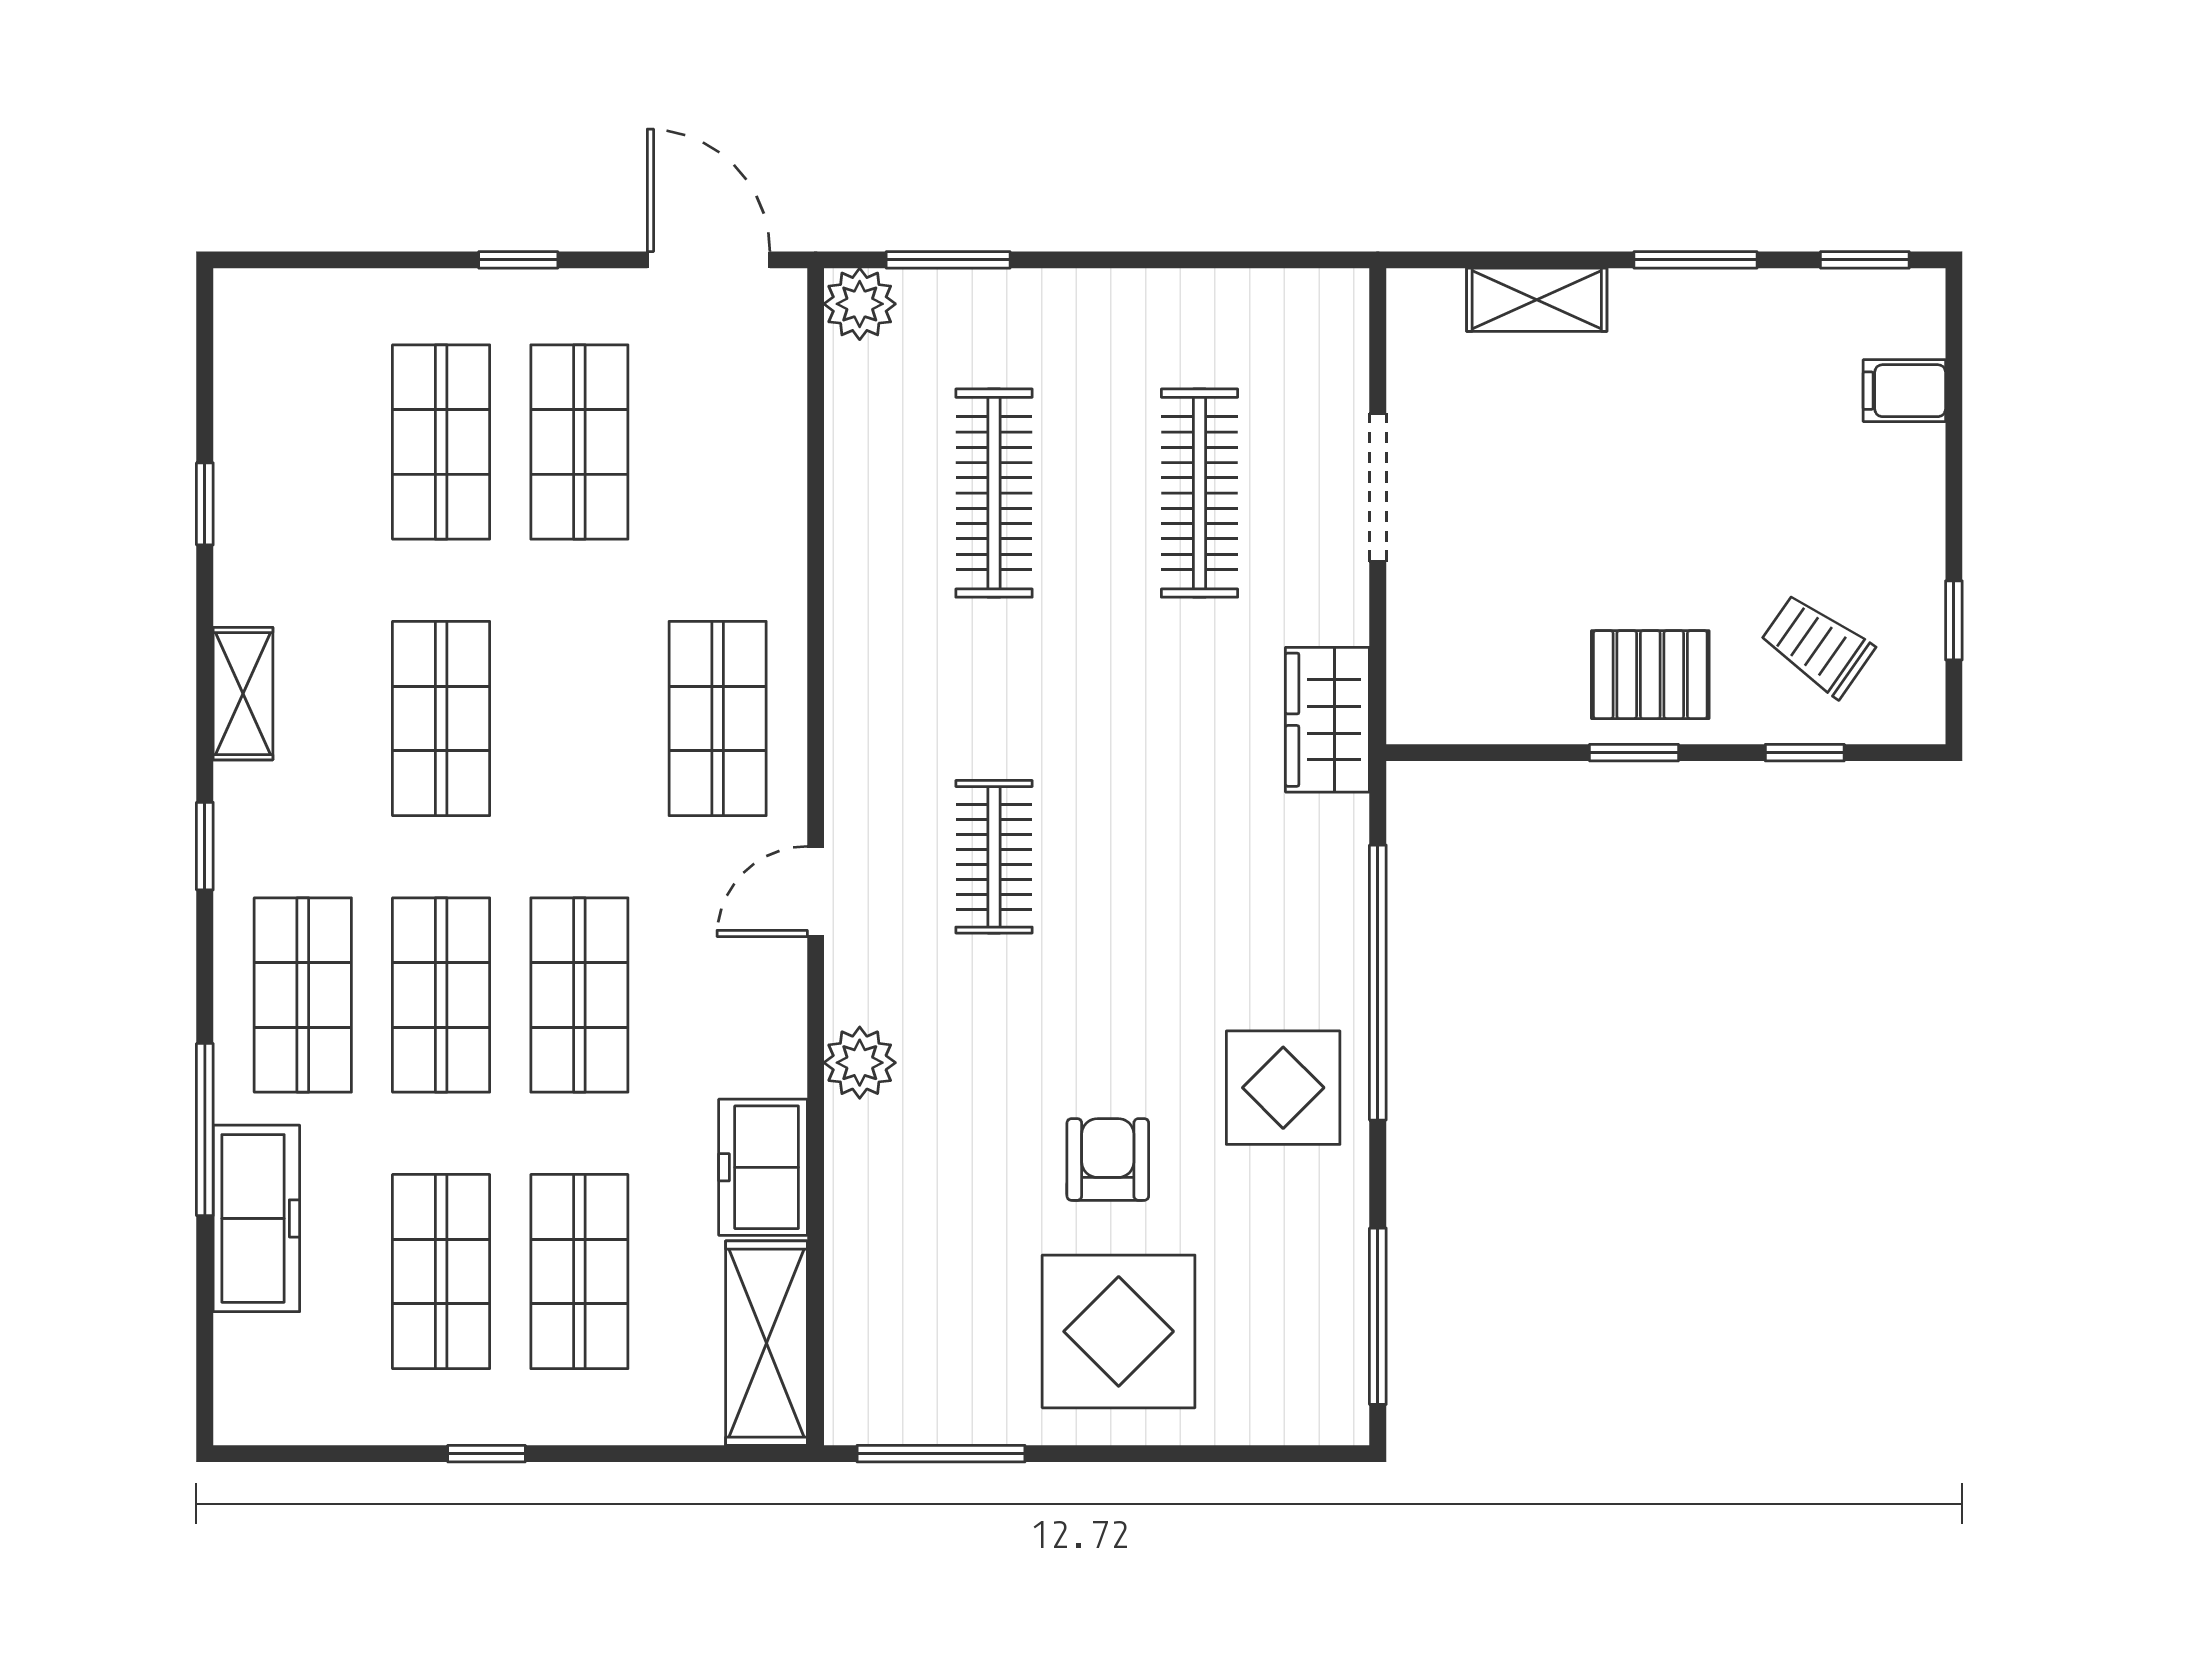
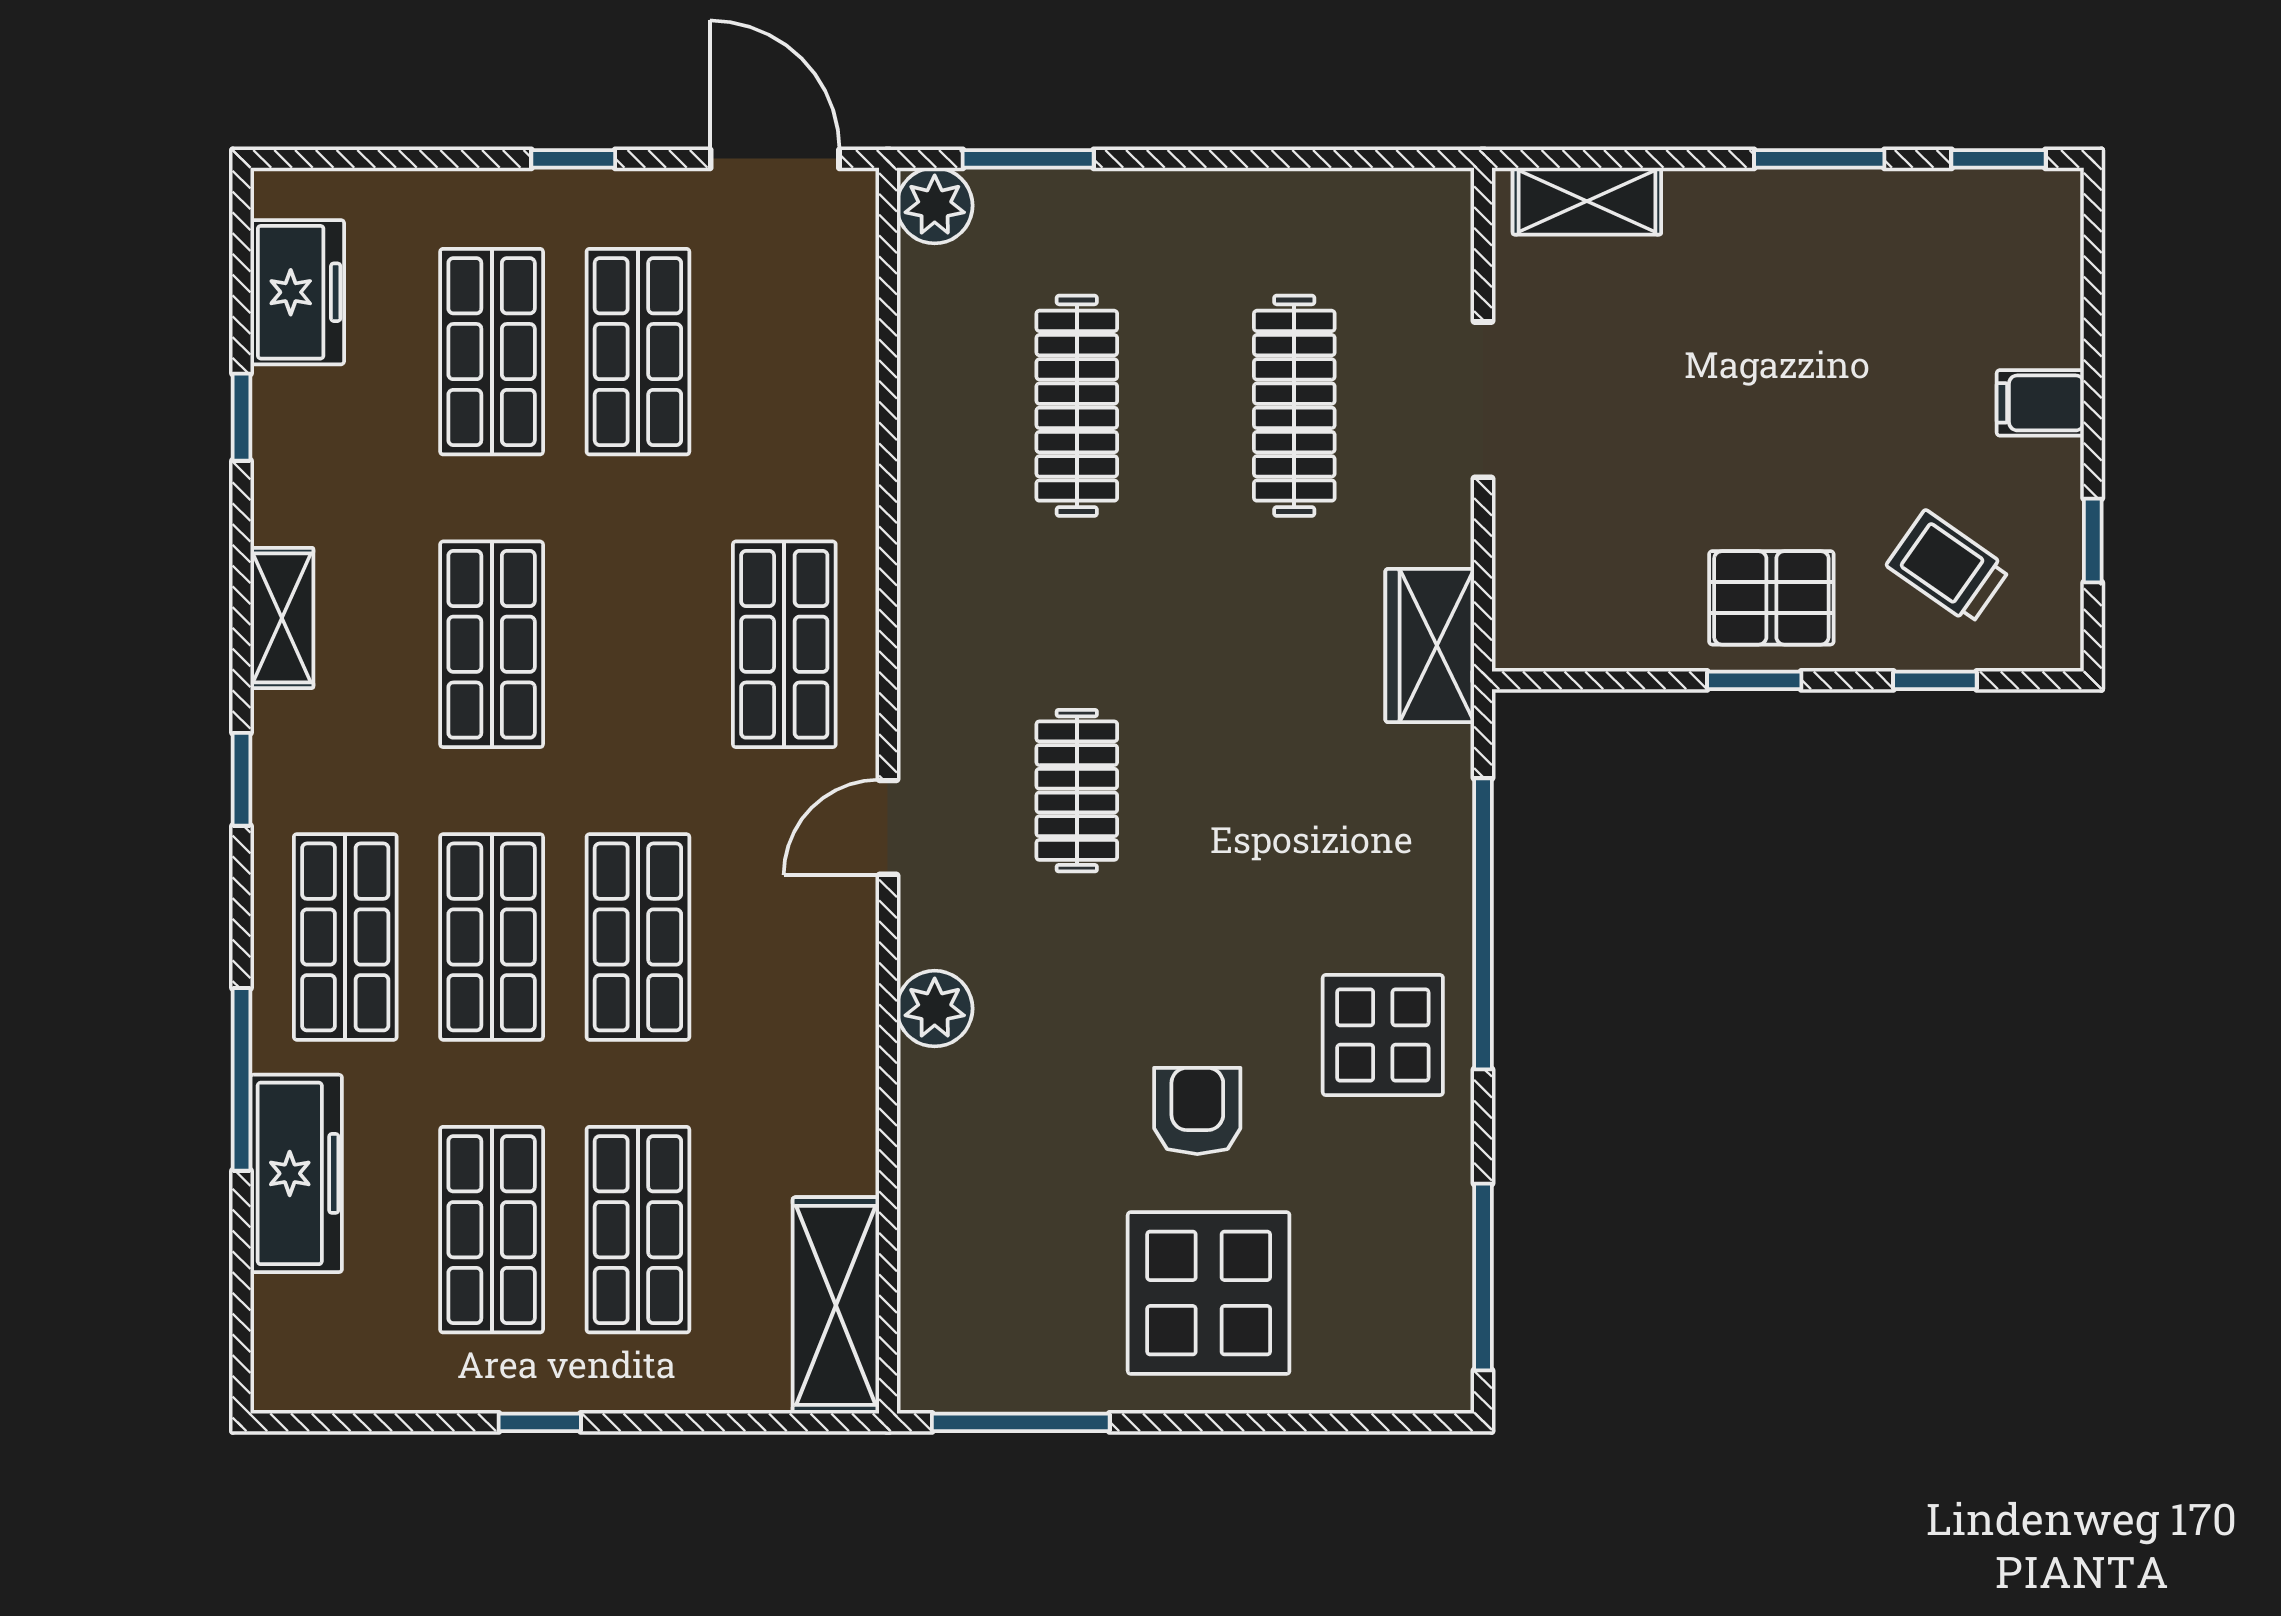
shelving: (1537, 300) -> (1587, 201), moved
filing cabinet: (1904, 391) -> (2040, 403), moved
freezer: (763, 1167) -> (297, 292), moved, turned 180

